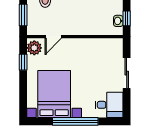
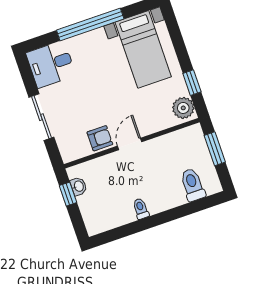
door: (53, 37) -> (130, 144), moved
armchair: (94, 47) -> (100, 138), added
bed with nightstands: (54, 94) -> (143, 49), width x0.73

